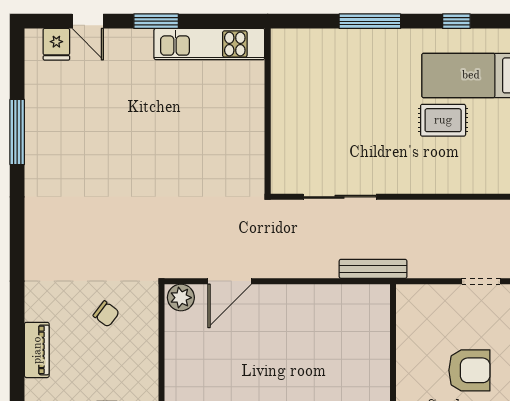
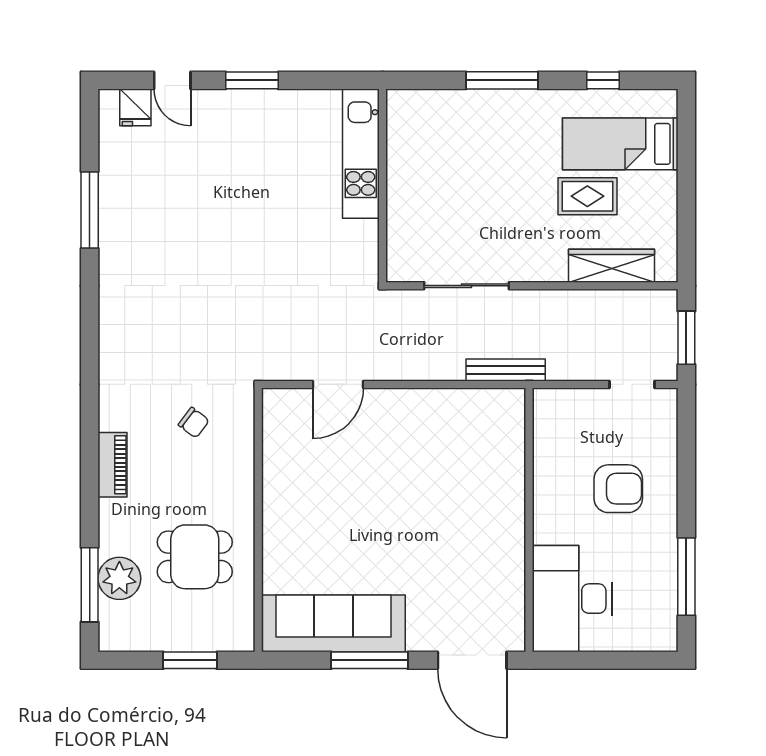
kitchen unit: (209, 44) -> (361, 154), moved, turned 90
wardrobe: (464, 180) -> (611, 266), added
plant: (181, 298) -> (281, 403), removed

